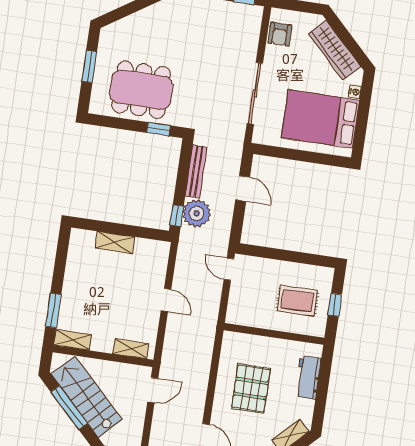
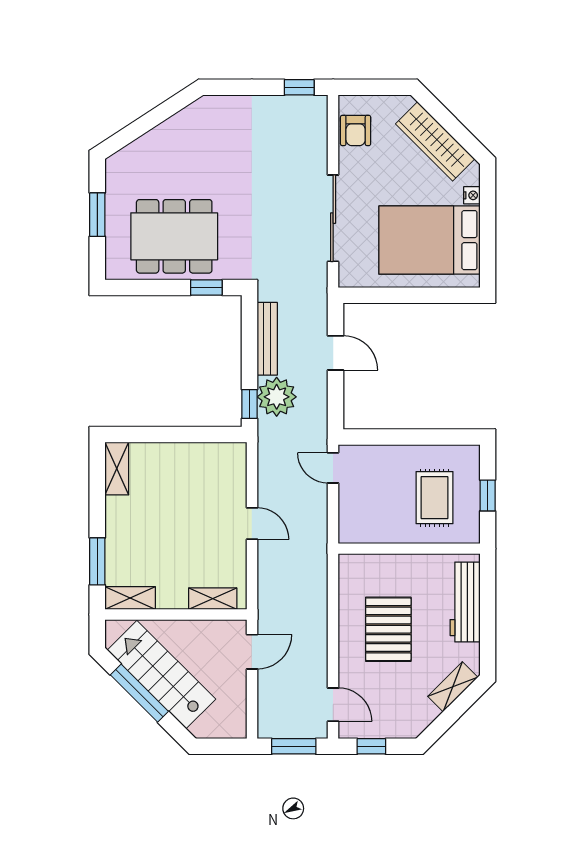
shelving: (115, 242) -> (117, 469), moved, turned 90
rug: (297, 301) -> (434, 498), turned 90
workbench: (308, 377) -> (465, 602), width x1.38

